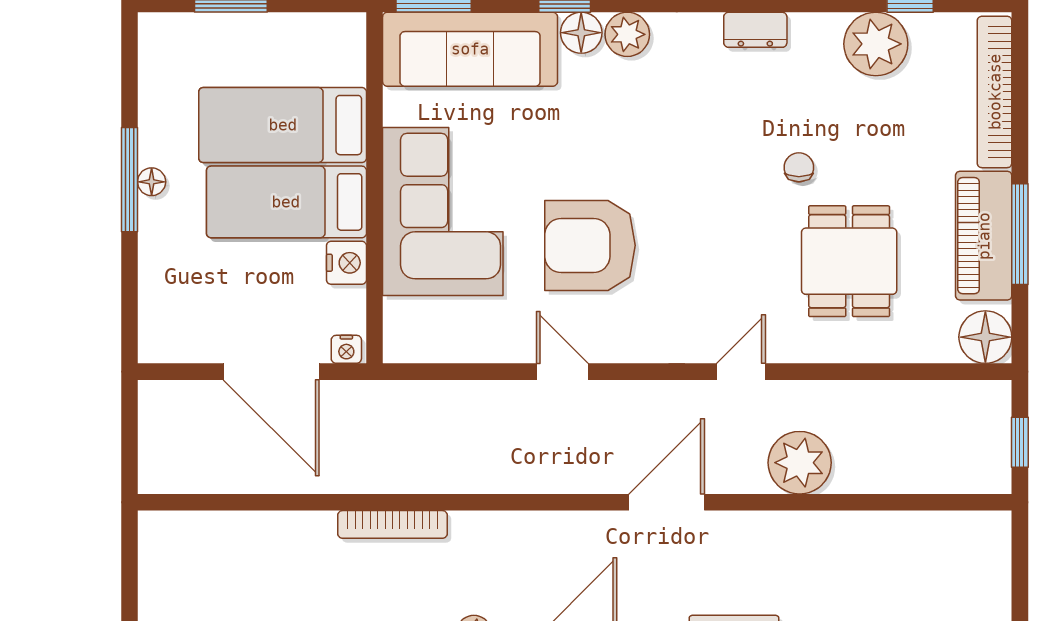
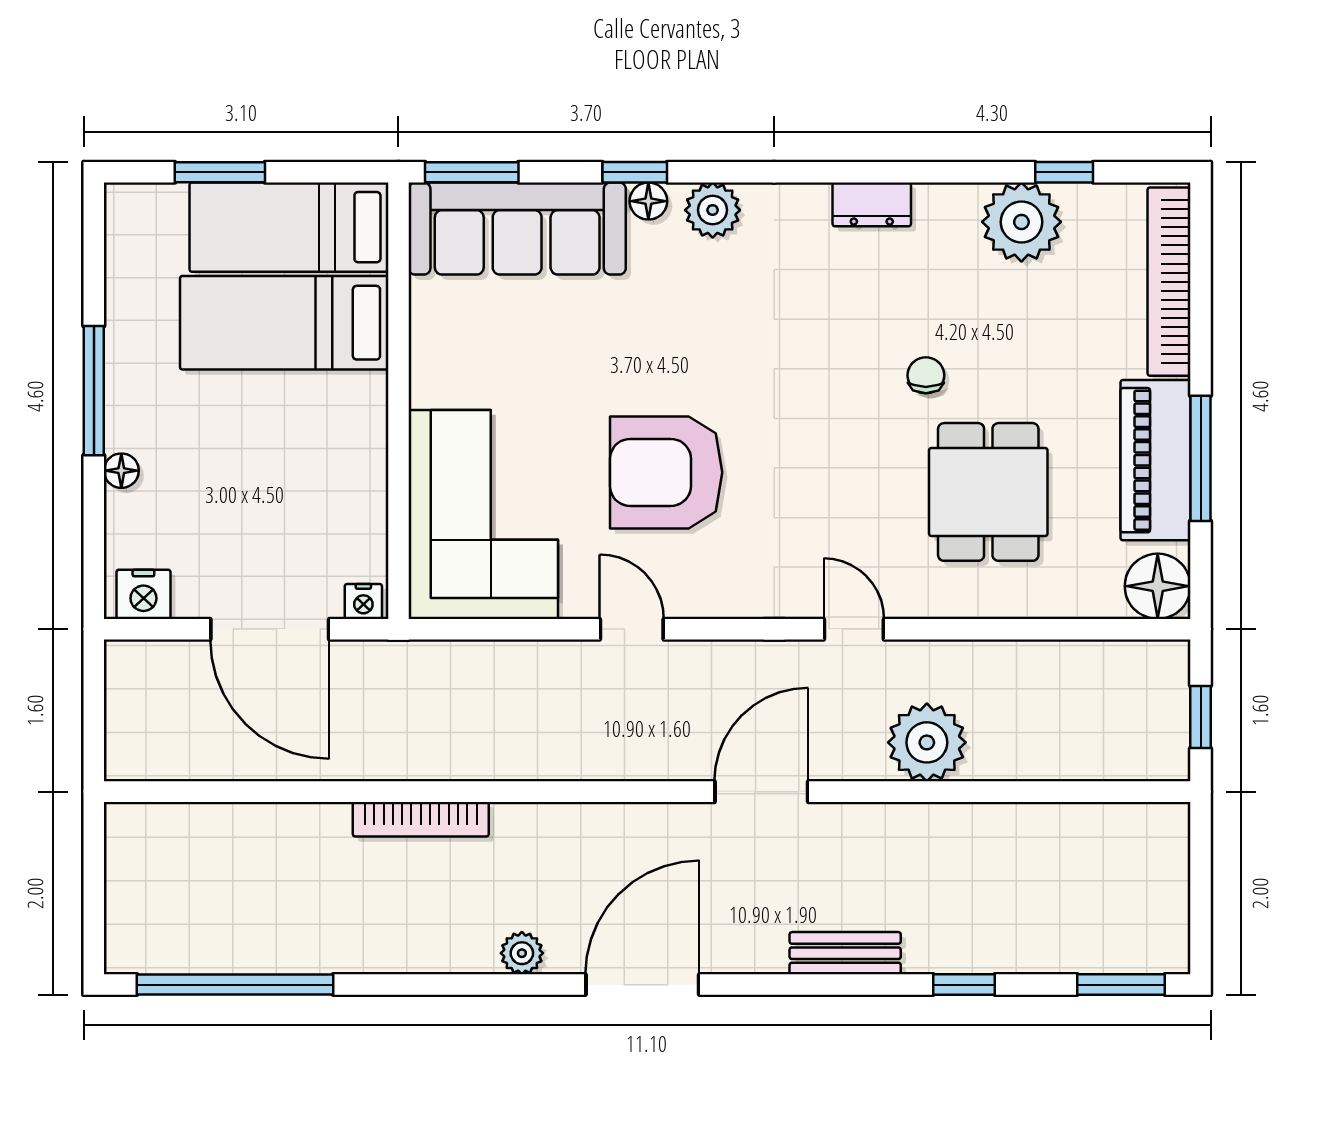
floor lamp: (581, 33) -> (648, 201), width x0.73, depth x0.73
floor lamp: (152, 182) -> (121, 471), moved
bed: (286, 202) -> (289, 227), moved
corner sofa: (443, 212) -> (483, 514), moved
nightstand: (346, 263) -> (143, 594), moved, turned 90
door: (741, 372) -> (854, 629), hinge flipped

